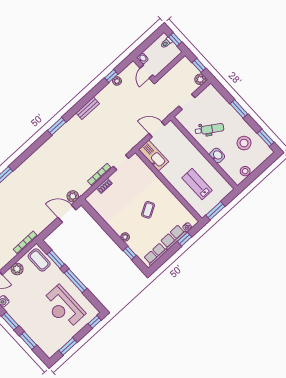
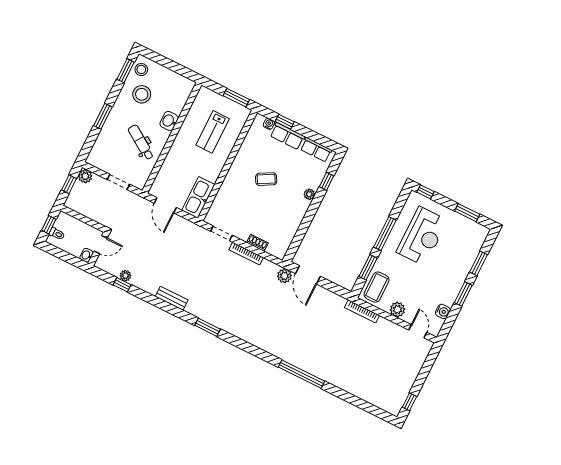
stool: (245, 171) -> (141, 69), moved

